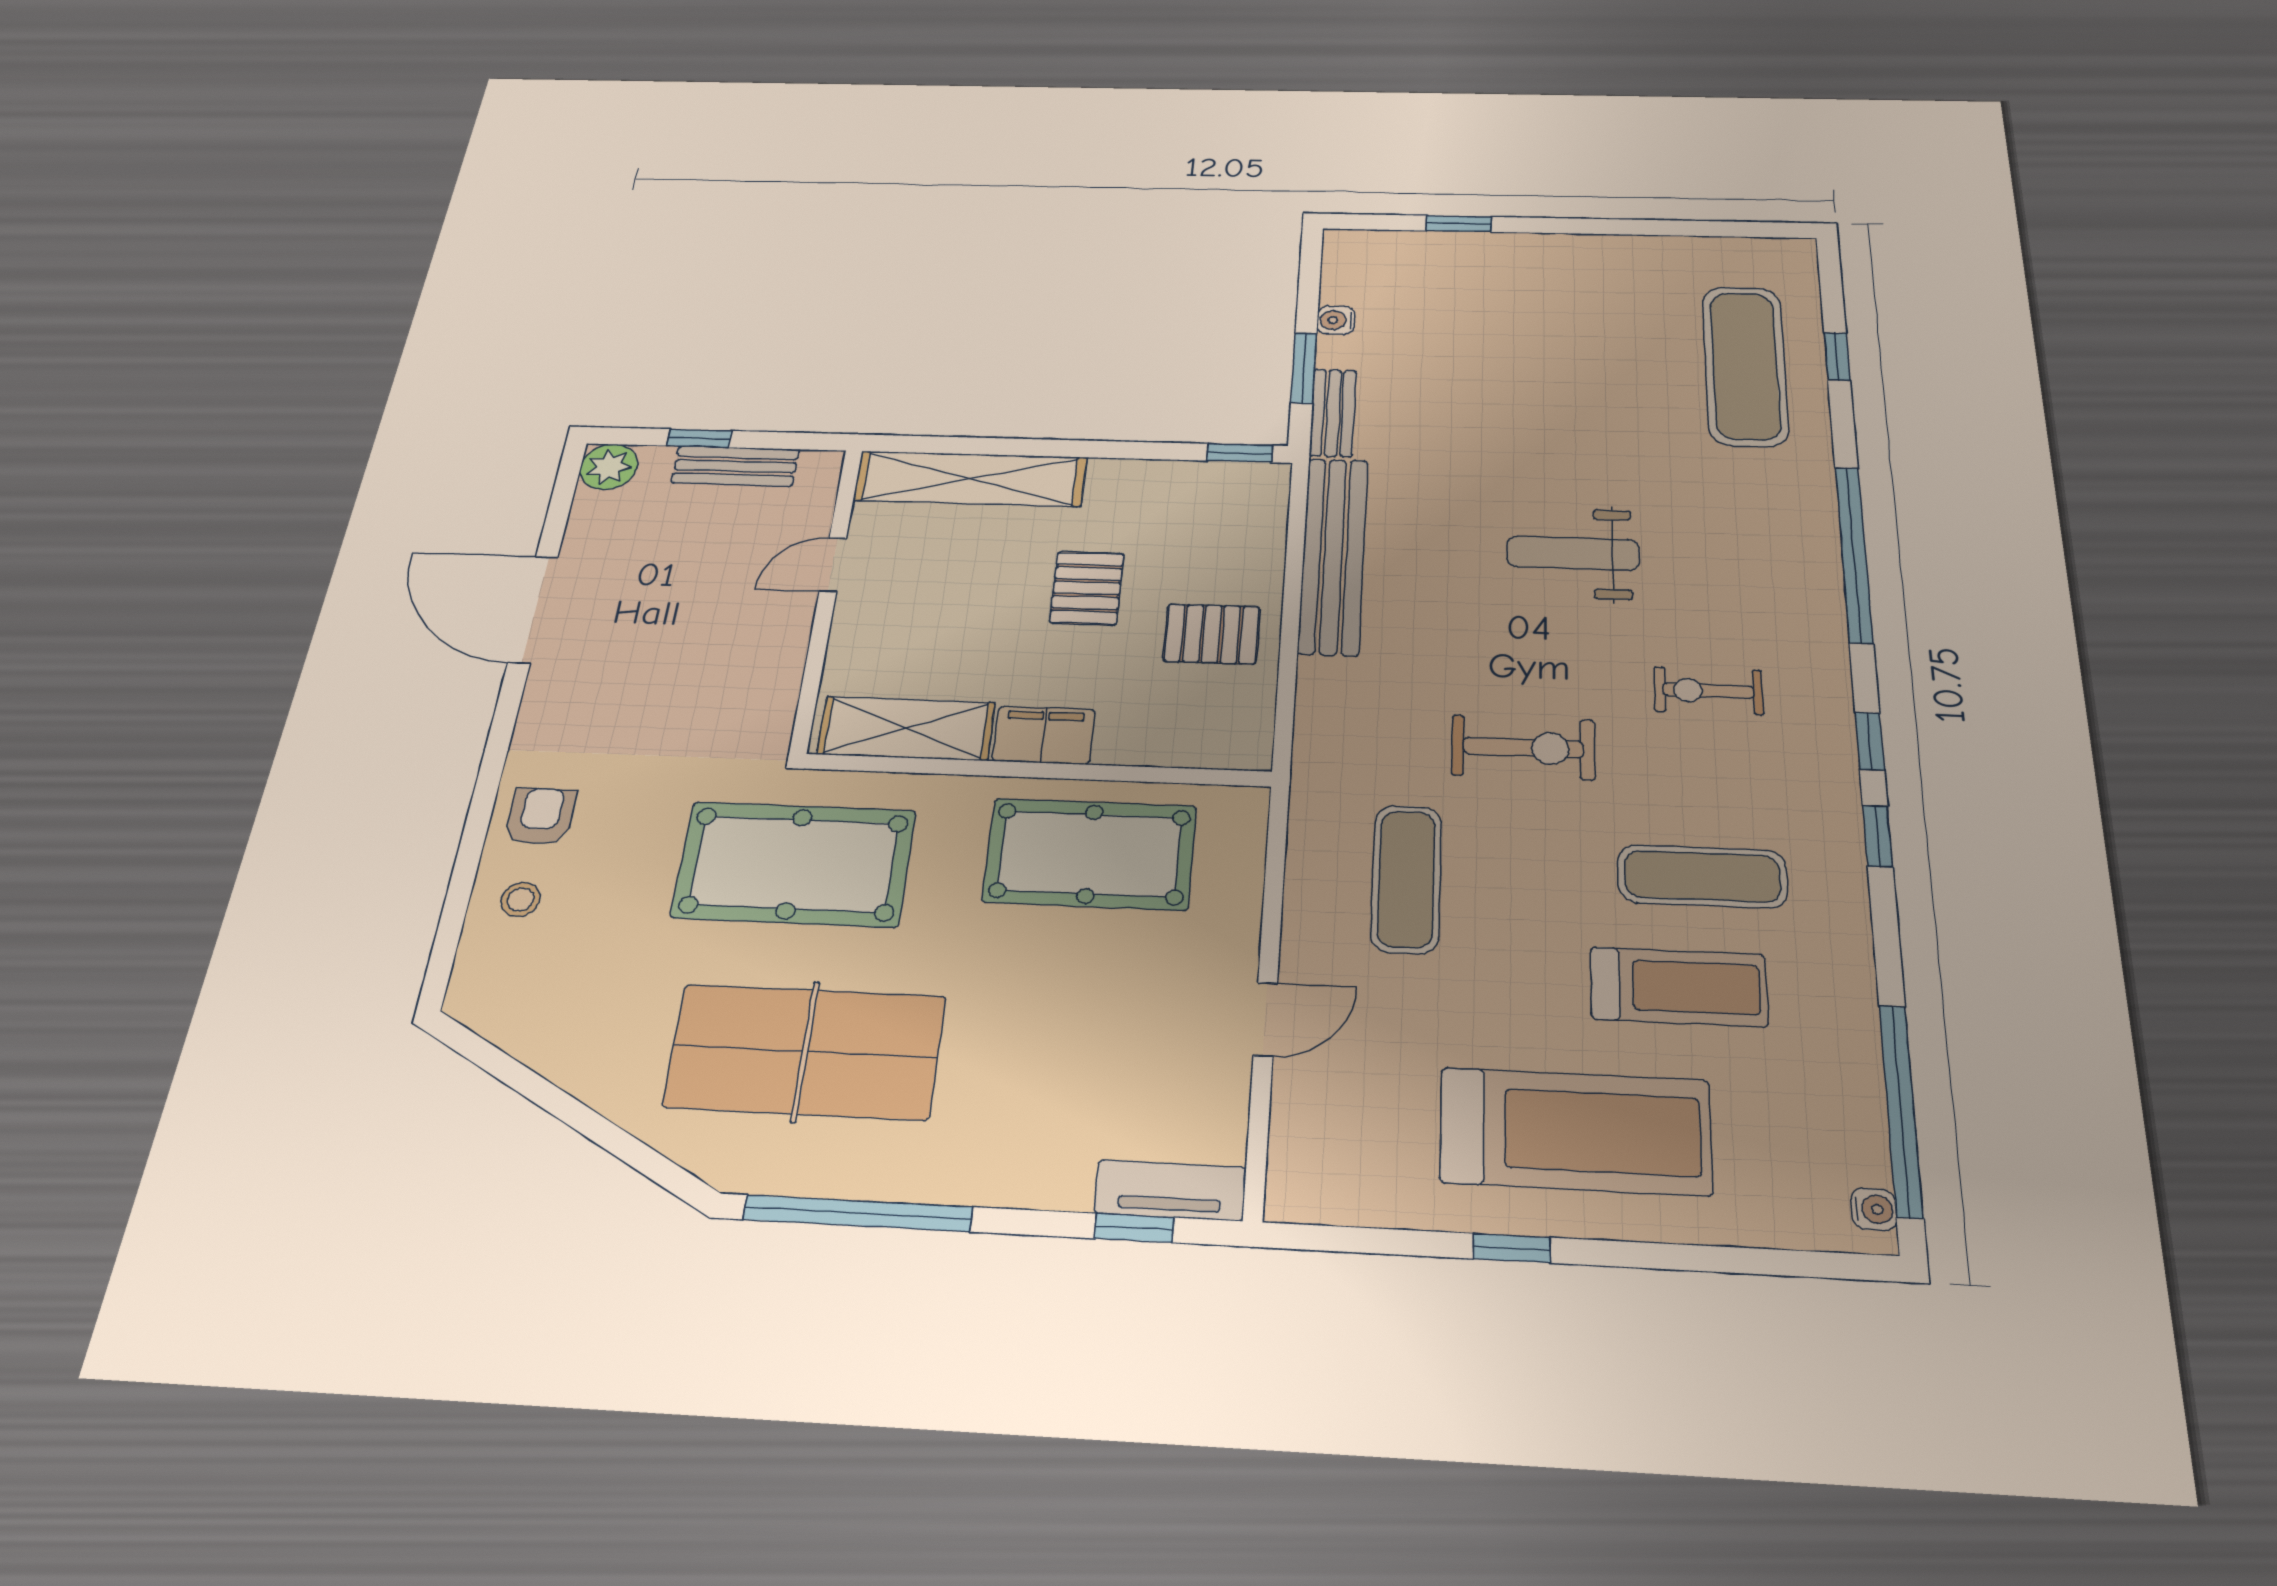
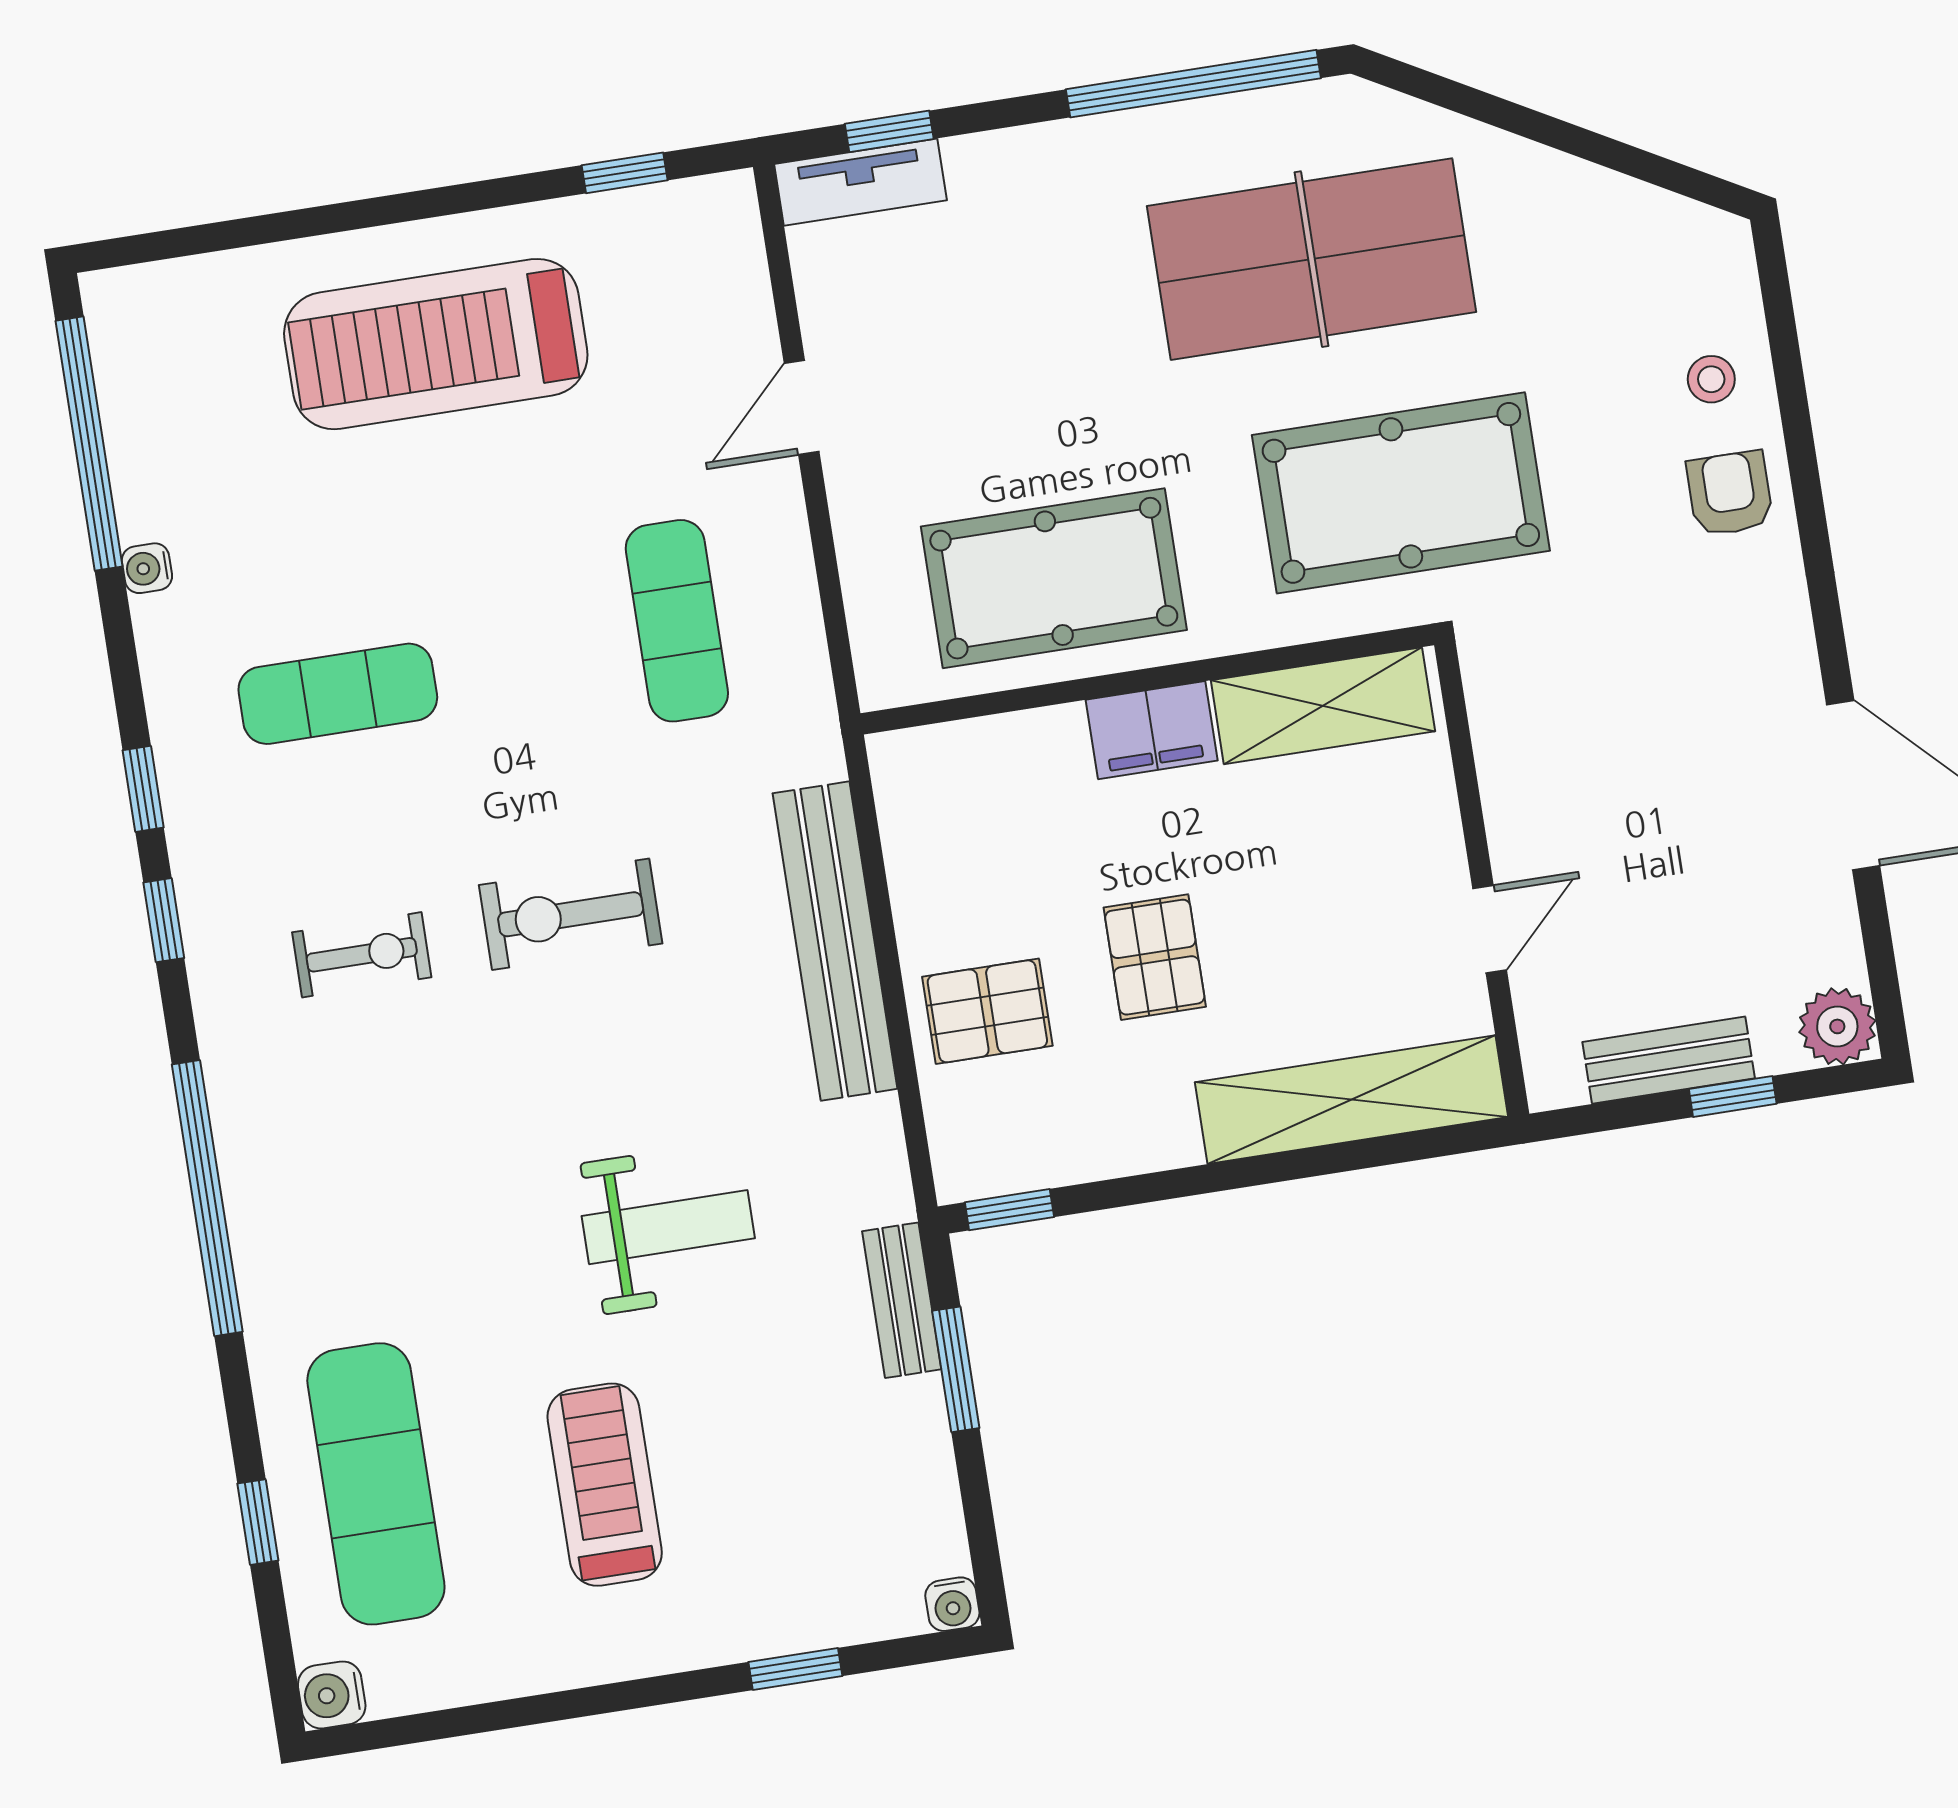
water cooler: (1794, 255) -> (332, 1695), added
water cooler: (1336, 320) -> (952, 1604), moved, turned 90
weight bench: (1573, 553) -> (668, 1227), moved
bench: (1333, 555) -> (835, 941), moved
pallet: (1212, 634) -> (987, 1011), moved
exercise bike: (1523, 748) -> (571, 914), moved
armchair: (541, 816) -> (1730, 493), turned 180
treadmill: (1679, 987) -> (605, 1485), moved, turned 90
water cooler: (1874, 1209) -> (147, 568), moved
window: (1512, 1248) -> (625, 173), moved

